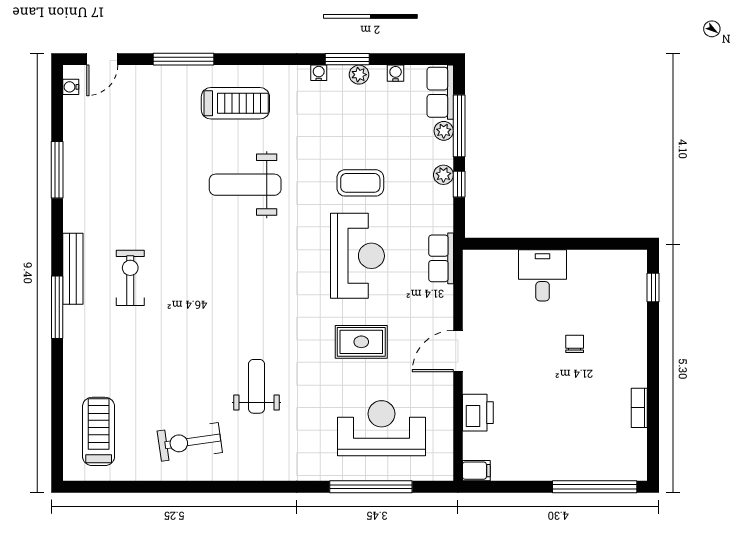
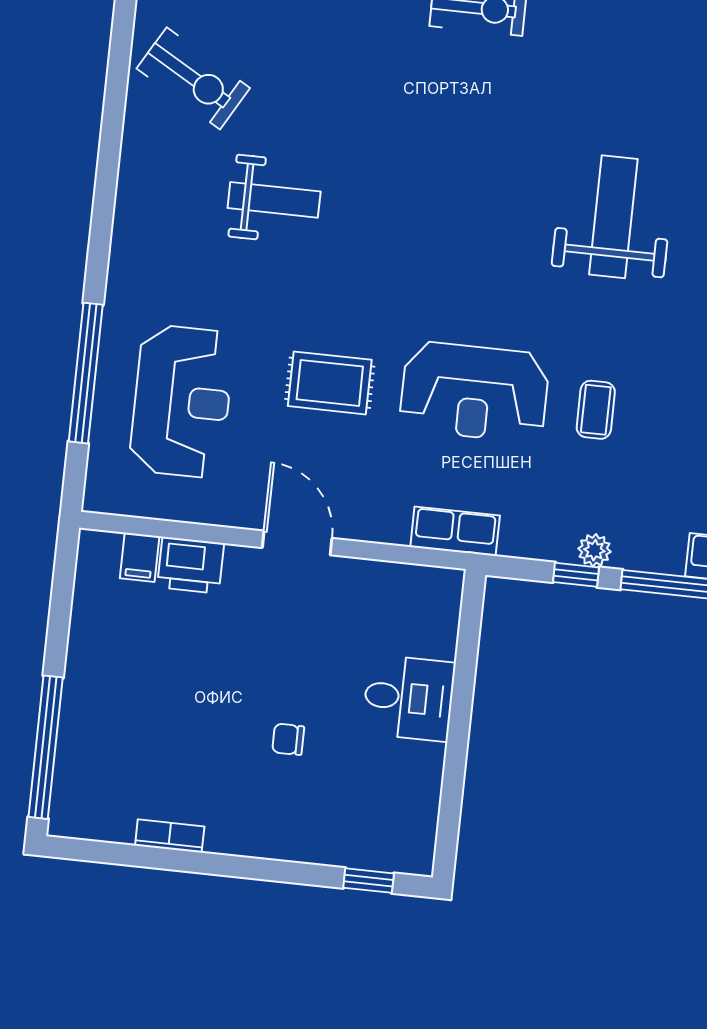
plant: (444, 131) -> (668, 558), removed
coffee table: (360, 183) -> (596, 410), width x0.73, depth x0.77
rug: (361, 342) -> (330, 383), turned 90
chair: (575, 344) -> (288, 739), turned 180
exercise bike: (190, 442) -> (193, 78), turned 128
filing cabinet: (476, 471) -> (140, 557), moved

